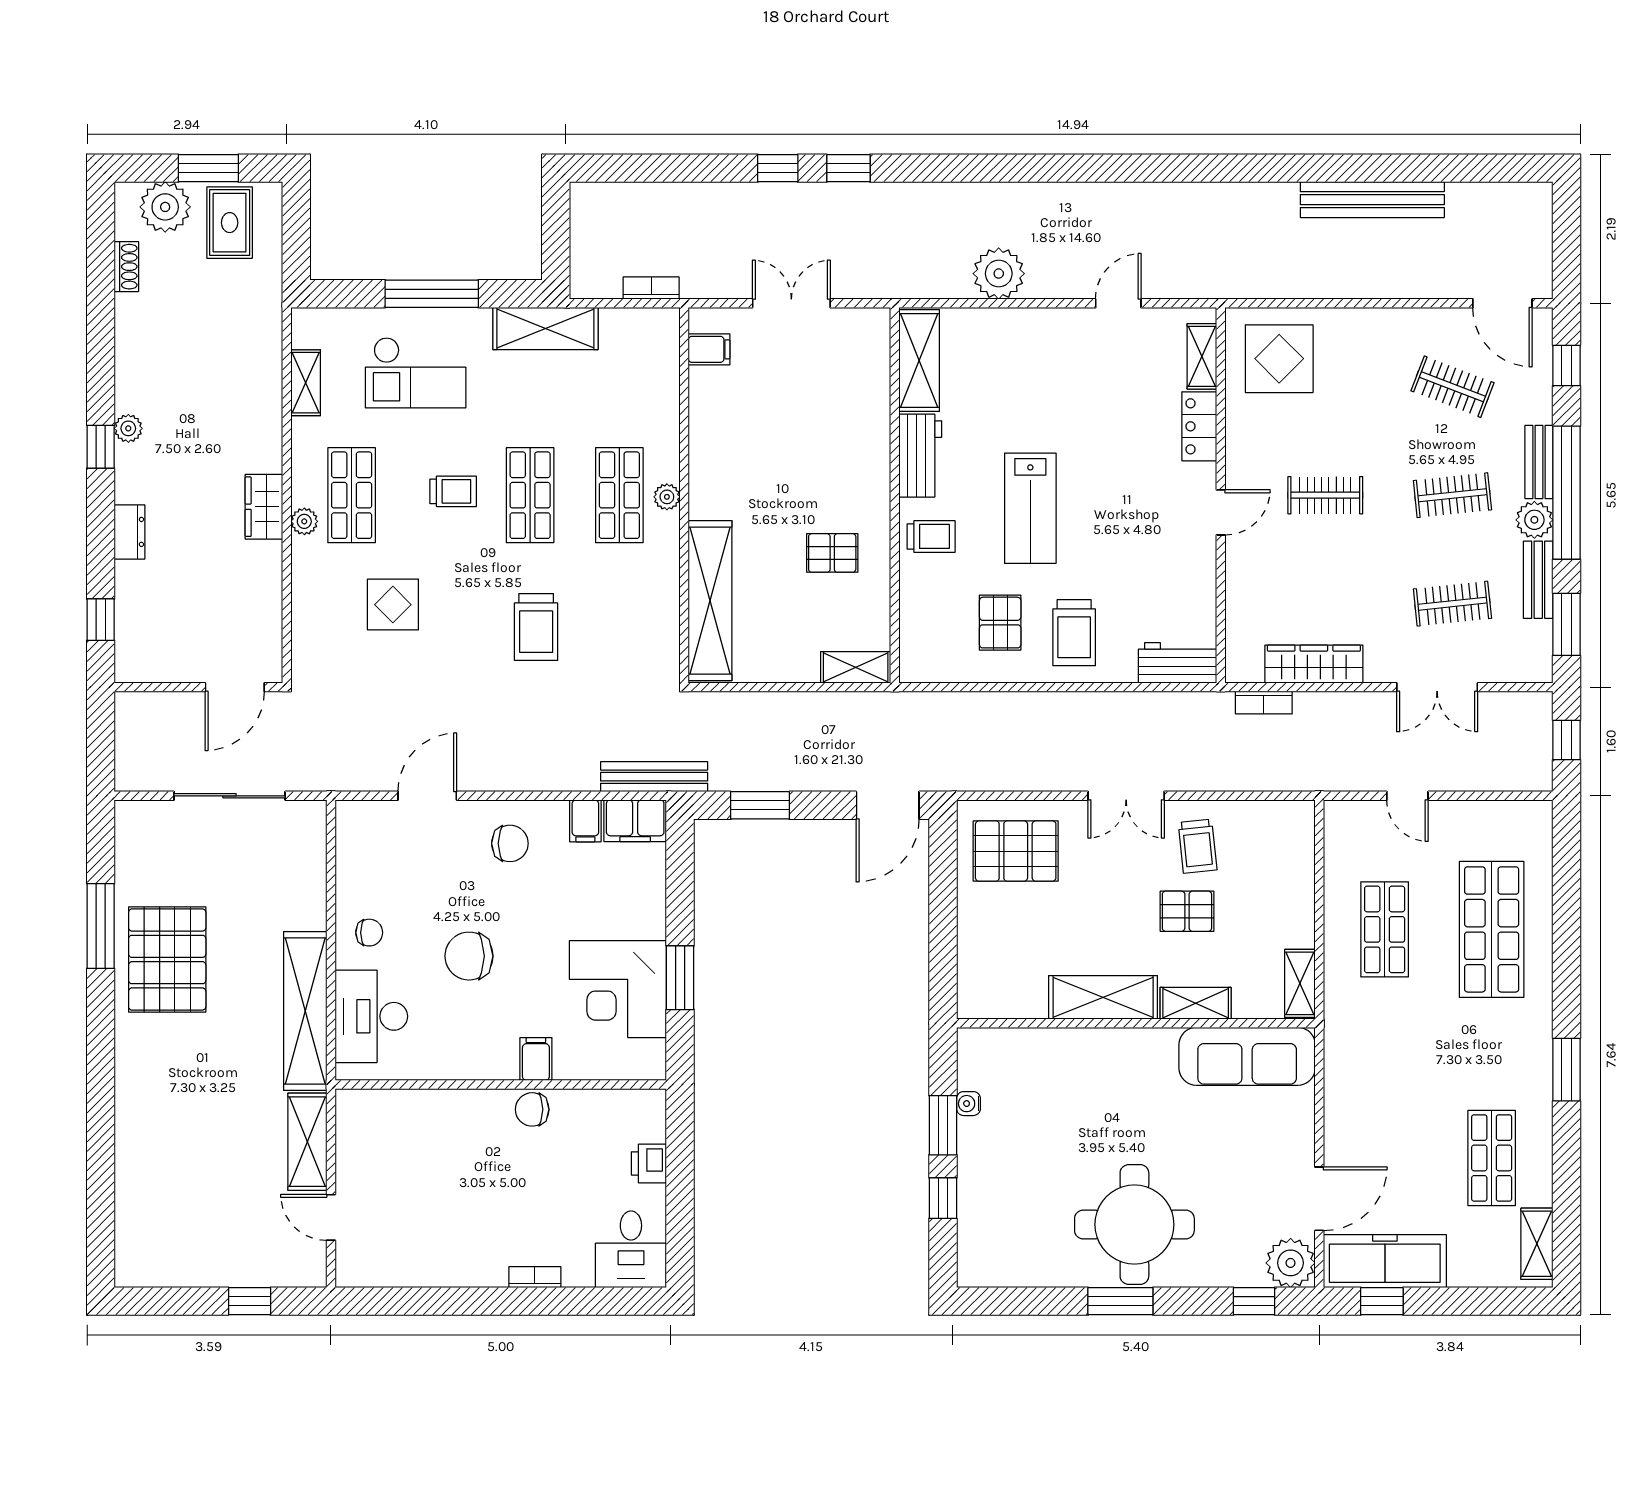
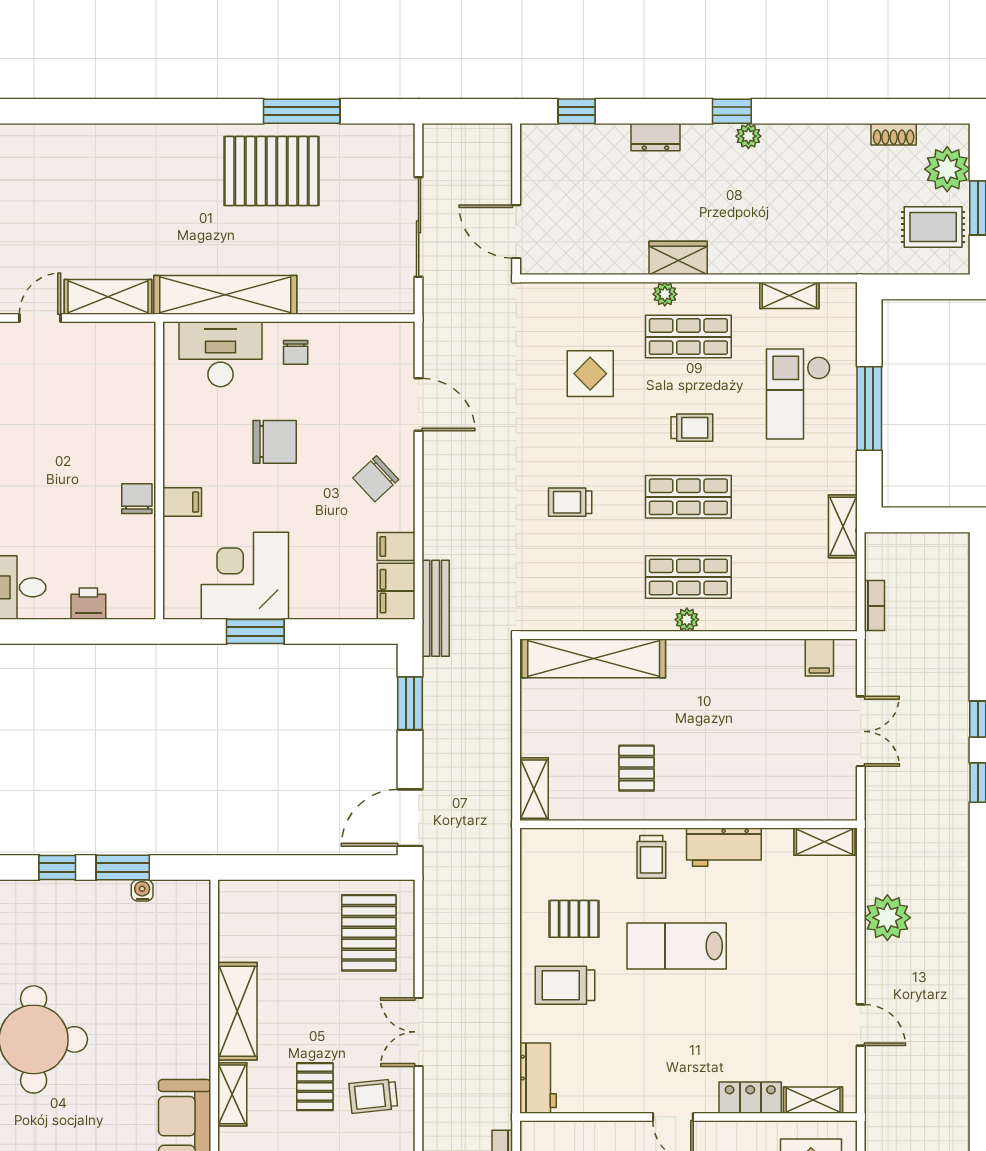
shelving: (545, 328) -> (843, 526), width x0.67, depth x0.75
shelving: (919, 361) -> (825, 842), width x0.67, depth x0.75
trolley: (453, 491) -> (692, 428), turned -90
trolley: (536, 627) -> (570, 502), width x0.73, depth x0.72
door: (888, 805) -> (410, 818), hinge flipped
chair: (510, 843) -> (376, 479), turned 47
chair: (469, 956) -> (275, 442), turned 90

